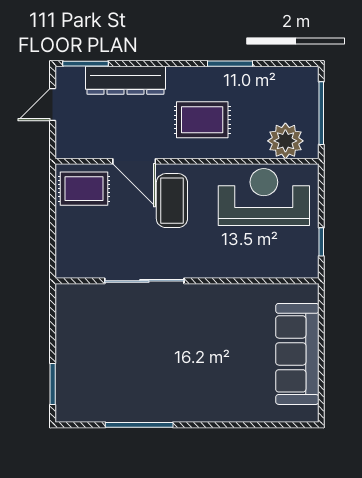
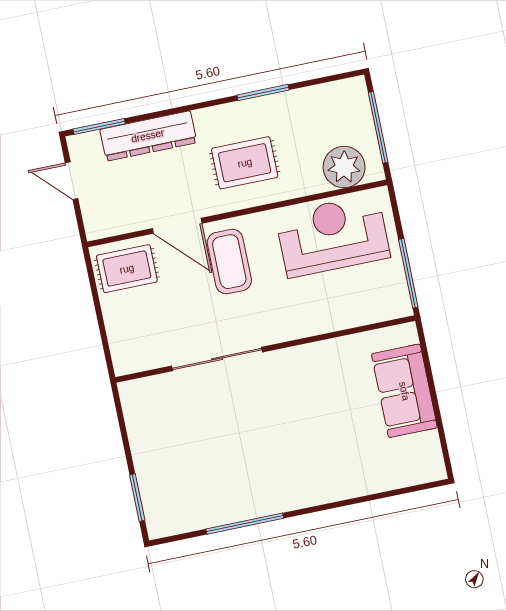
door: (53, 105) -> (72, 181), hinge flipped
window: (321, 242) -> (408, 273), width x2.17
sofa: (297, 354) -> (404, 391), width x0.73

